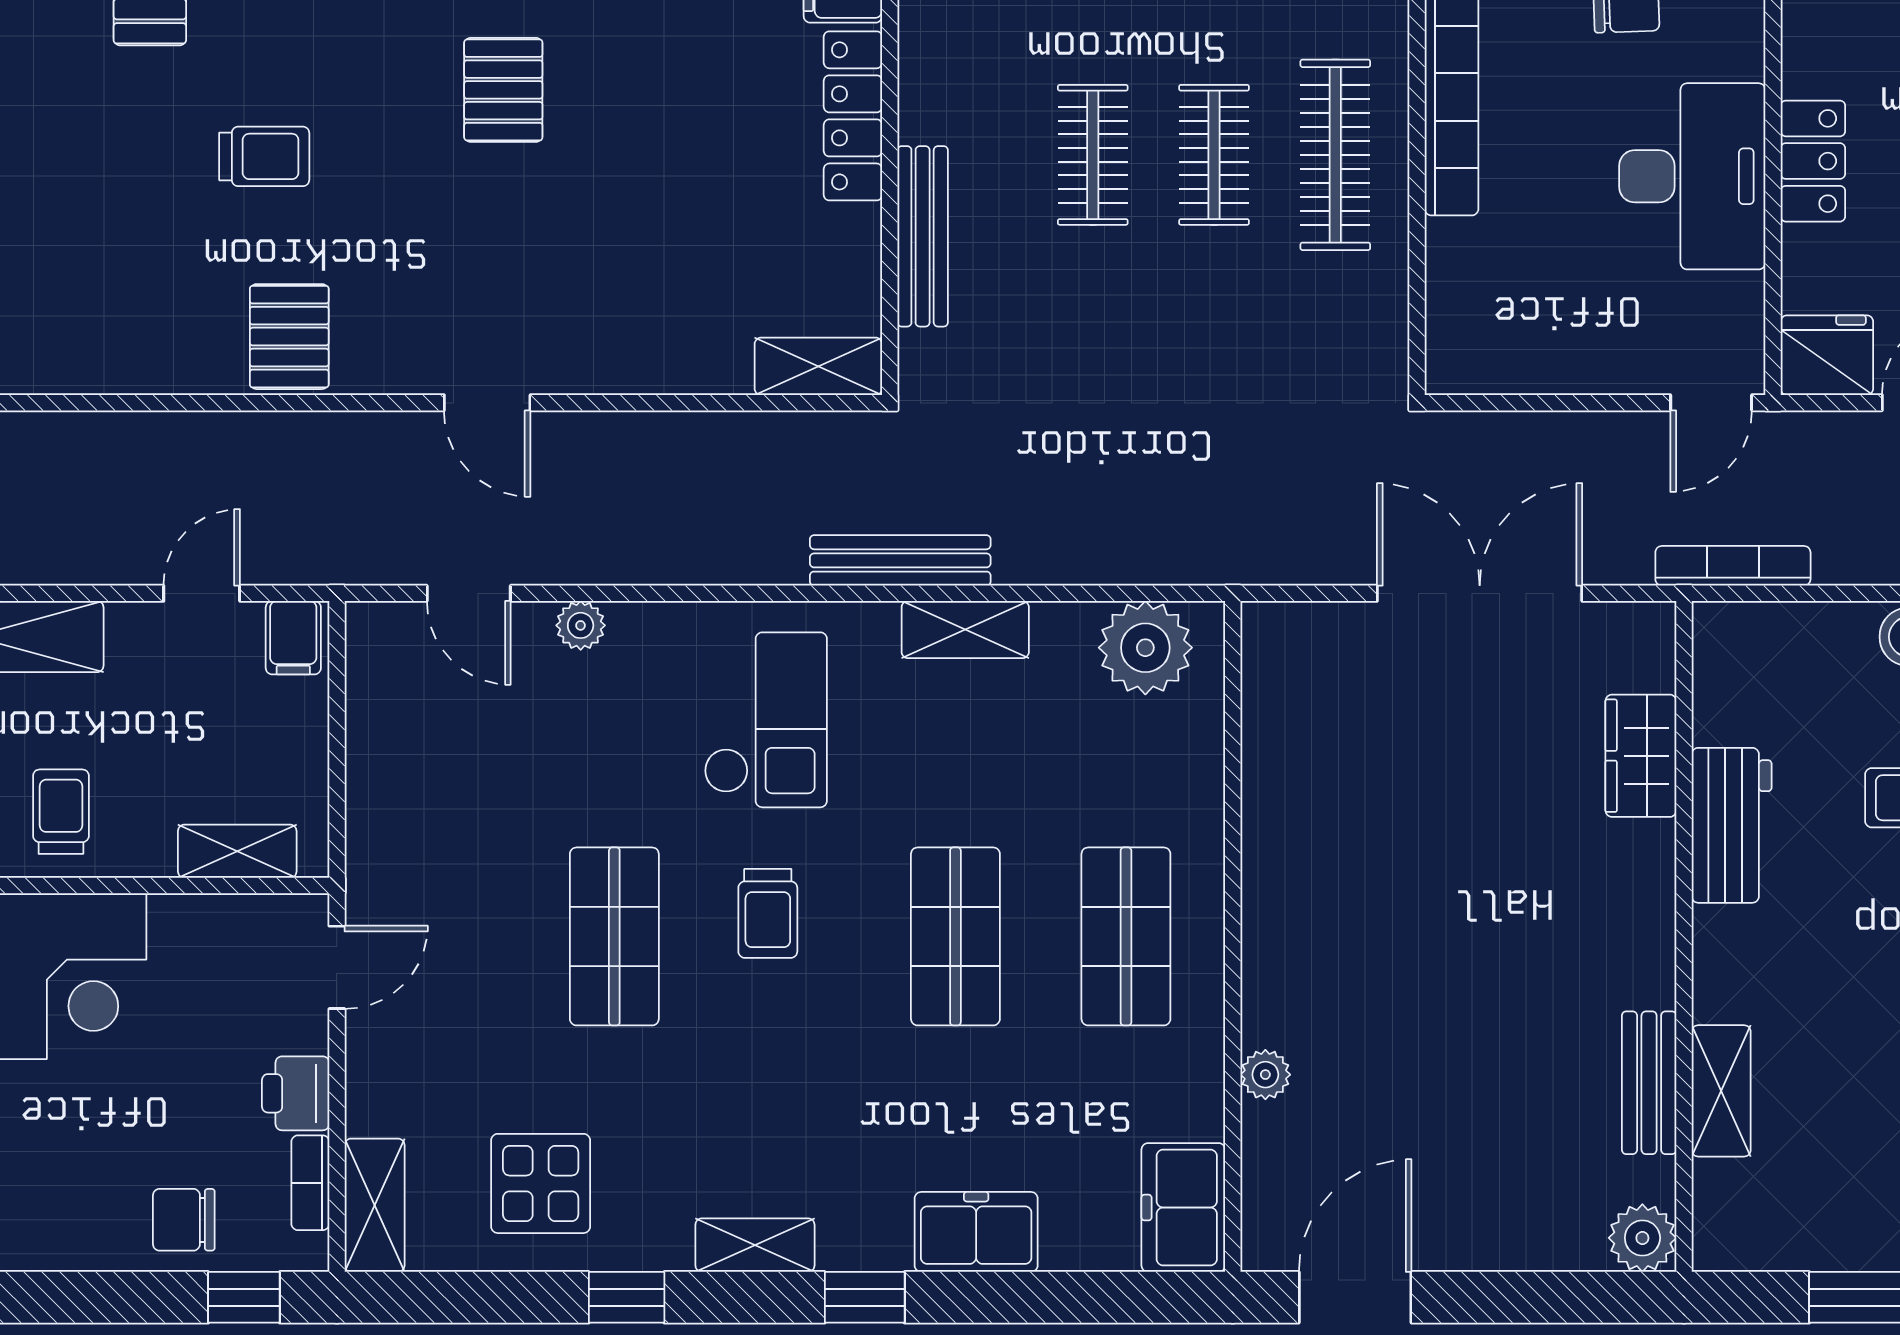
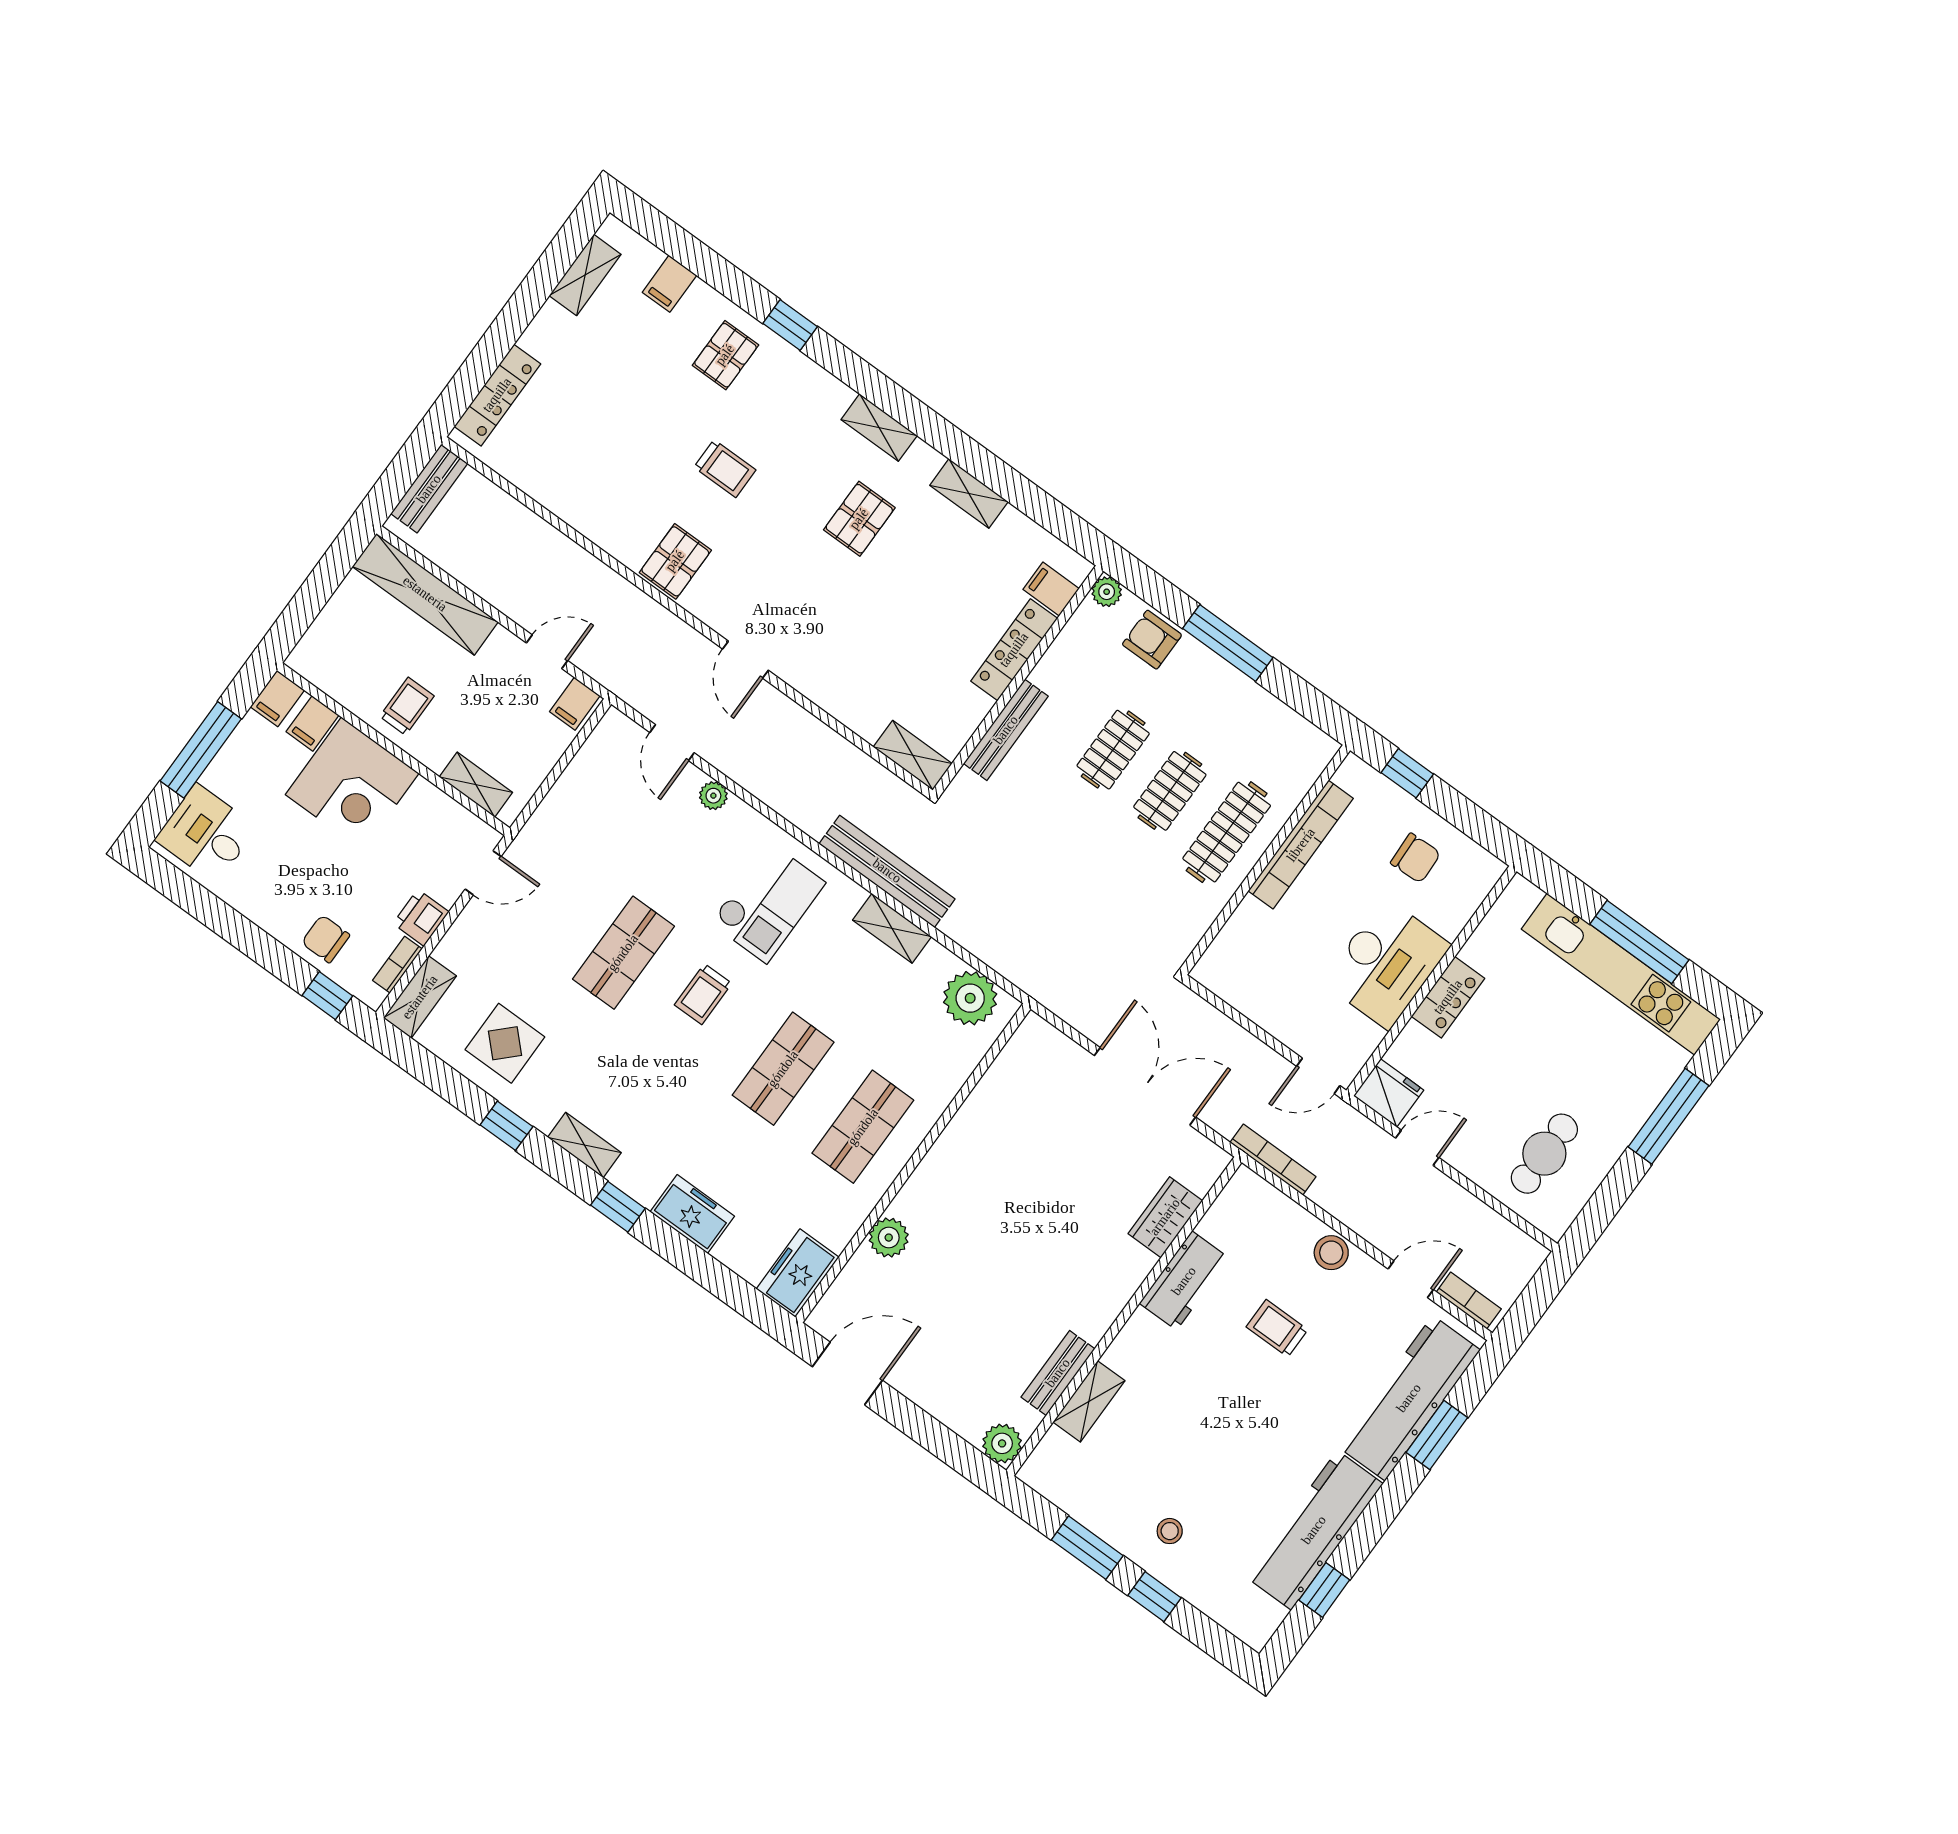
bench: (900, 560) -> (887, 871), width x1.37, depth x1.21
plant: (1265, 1075) -> (889, 1238), width x1.38, depth x1.38

